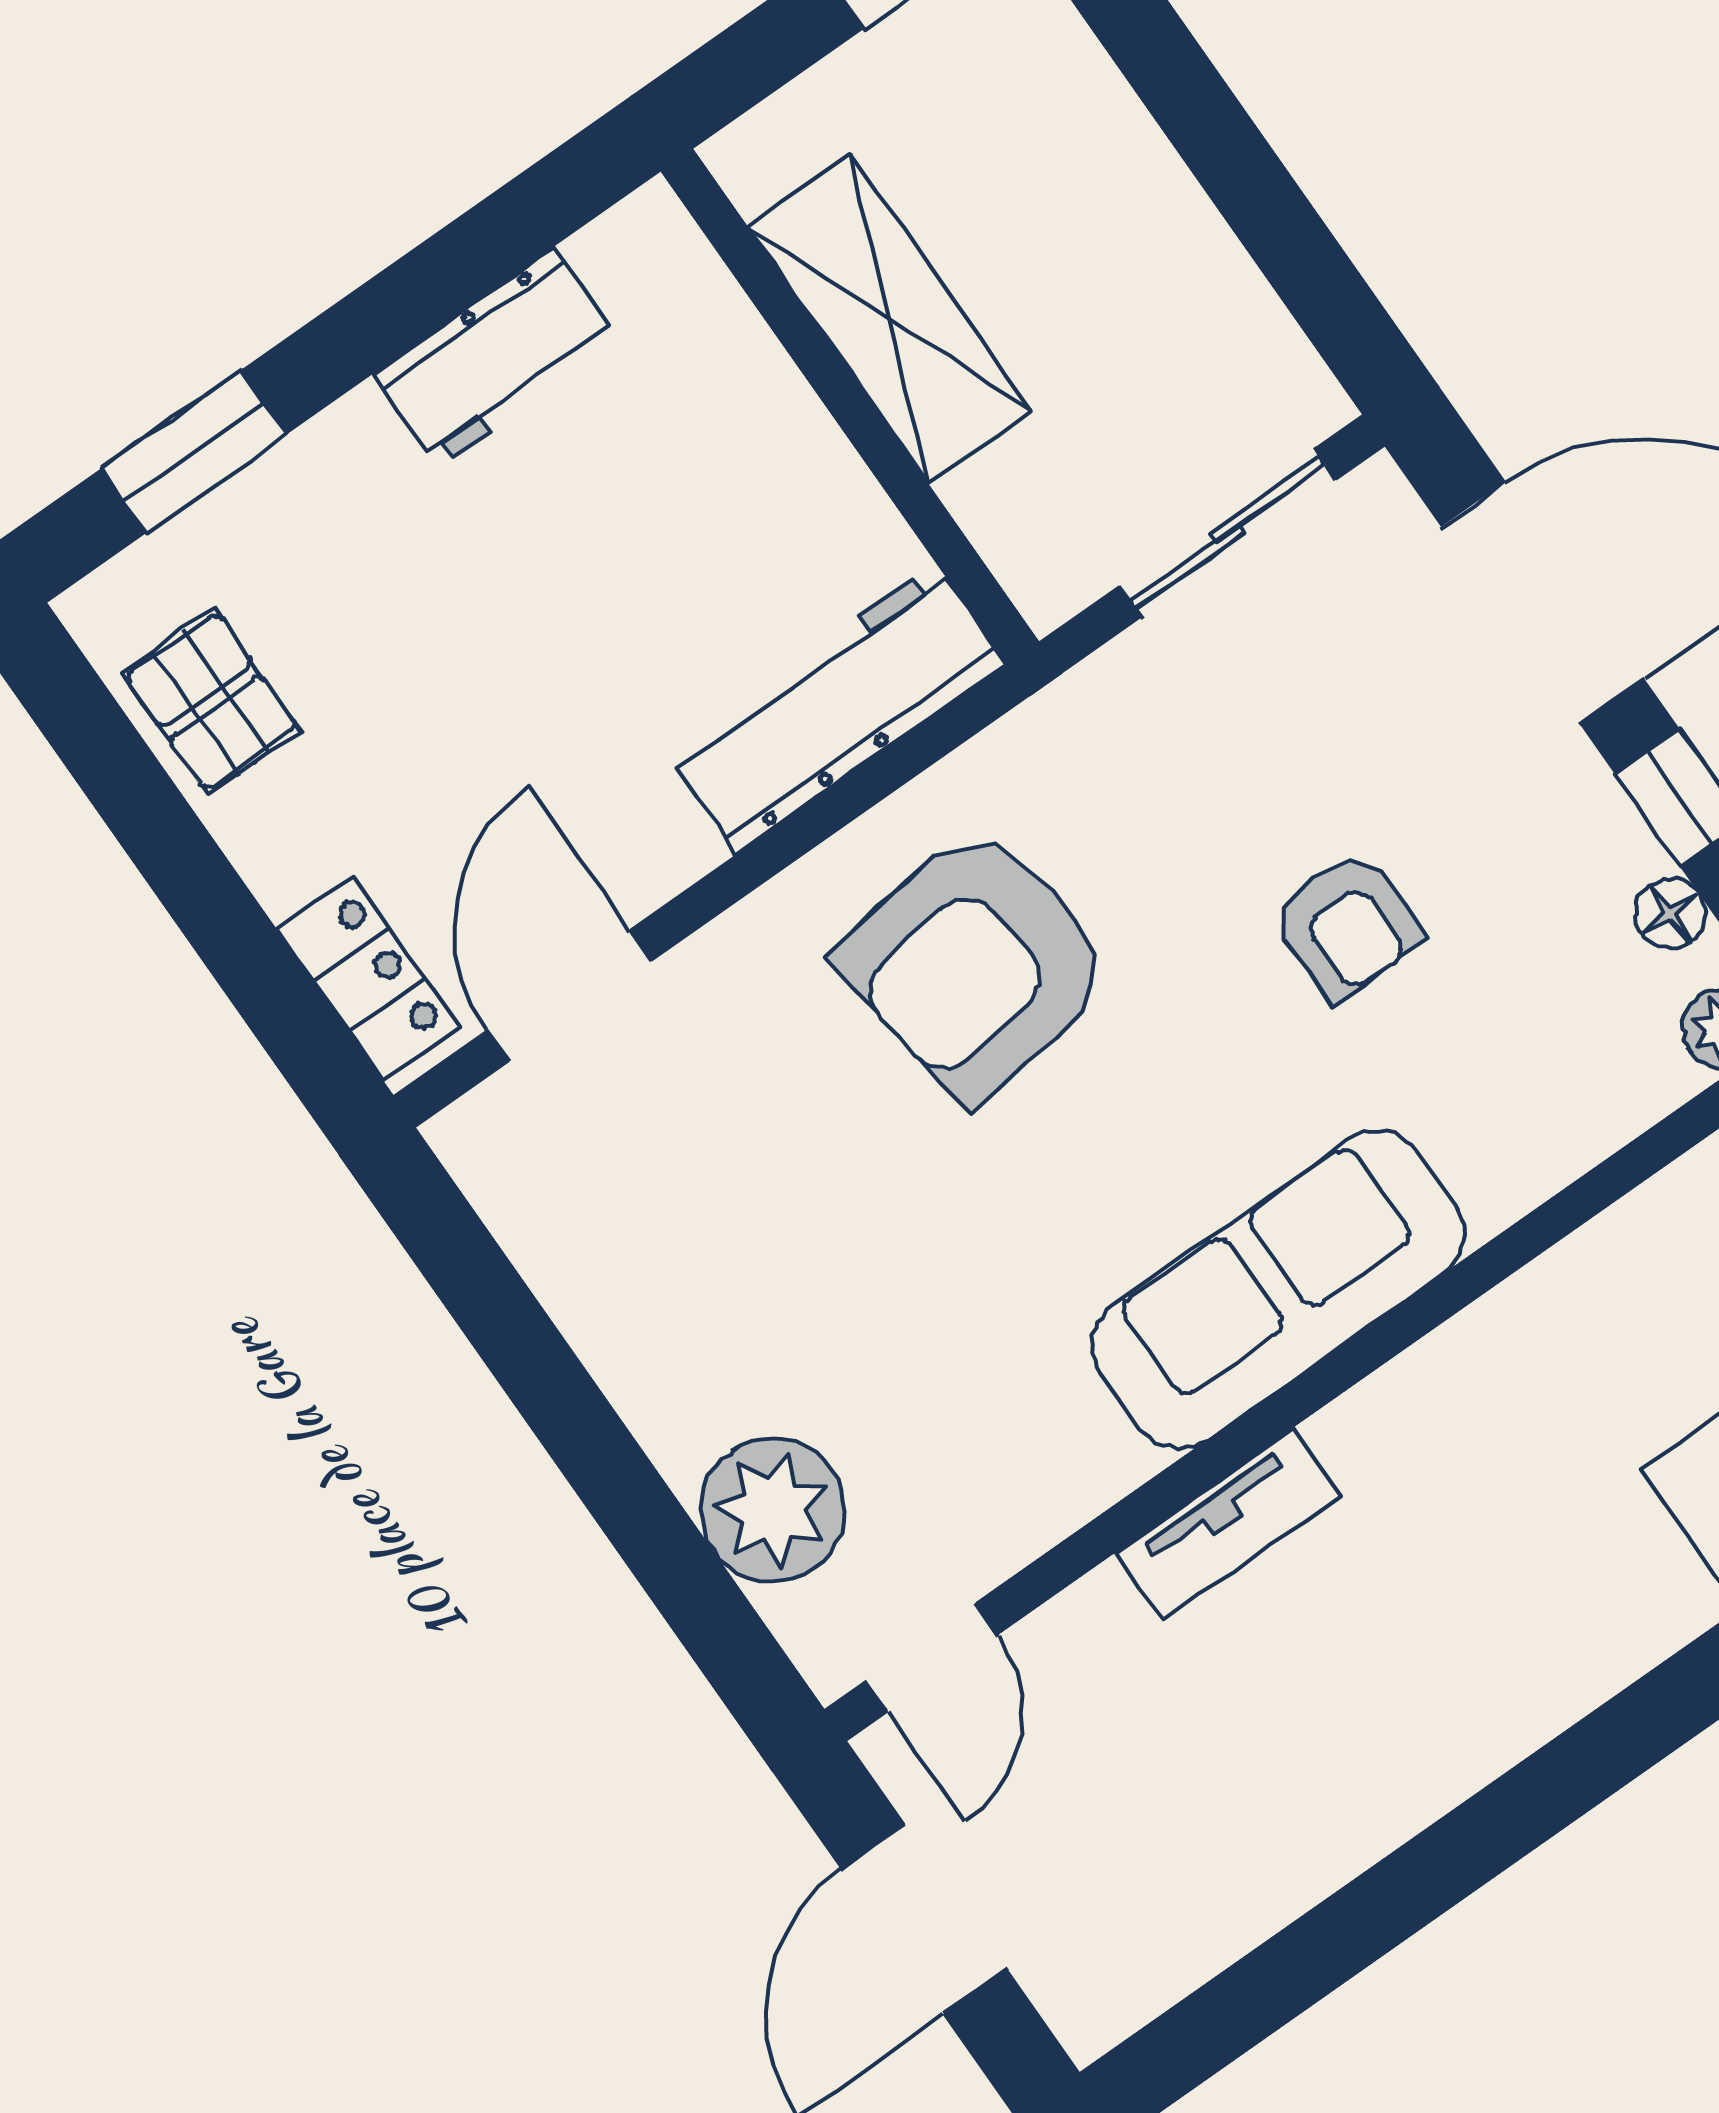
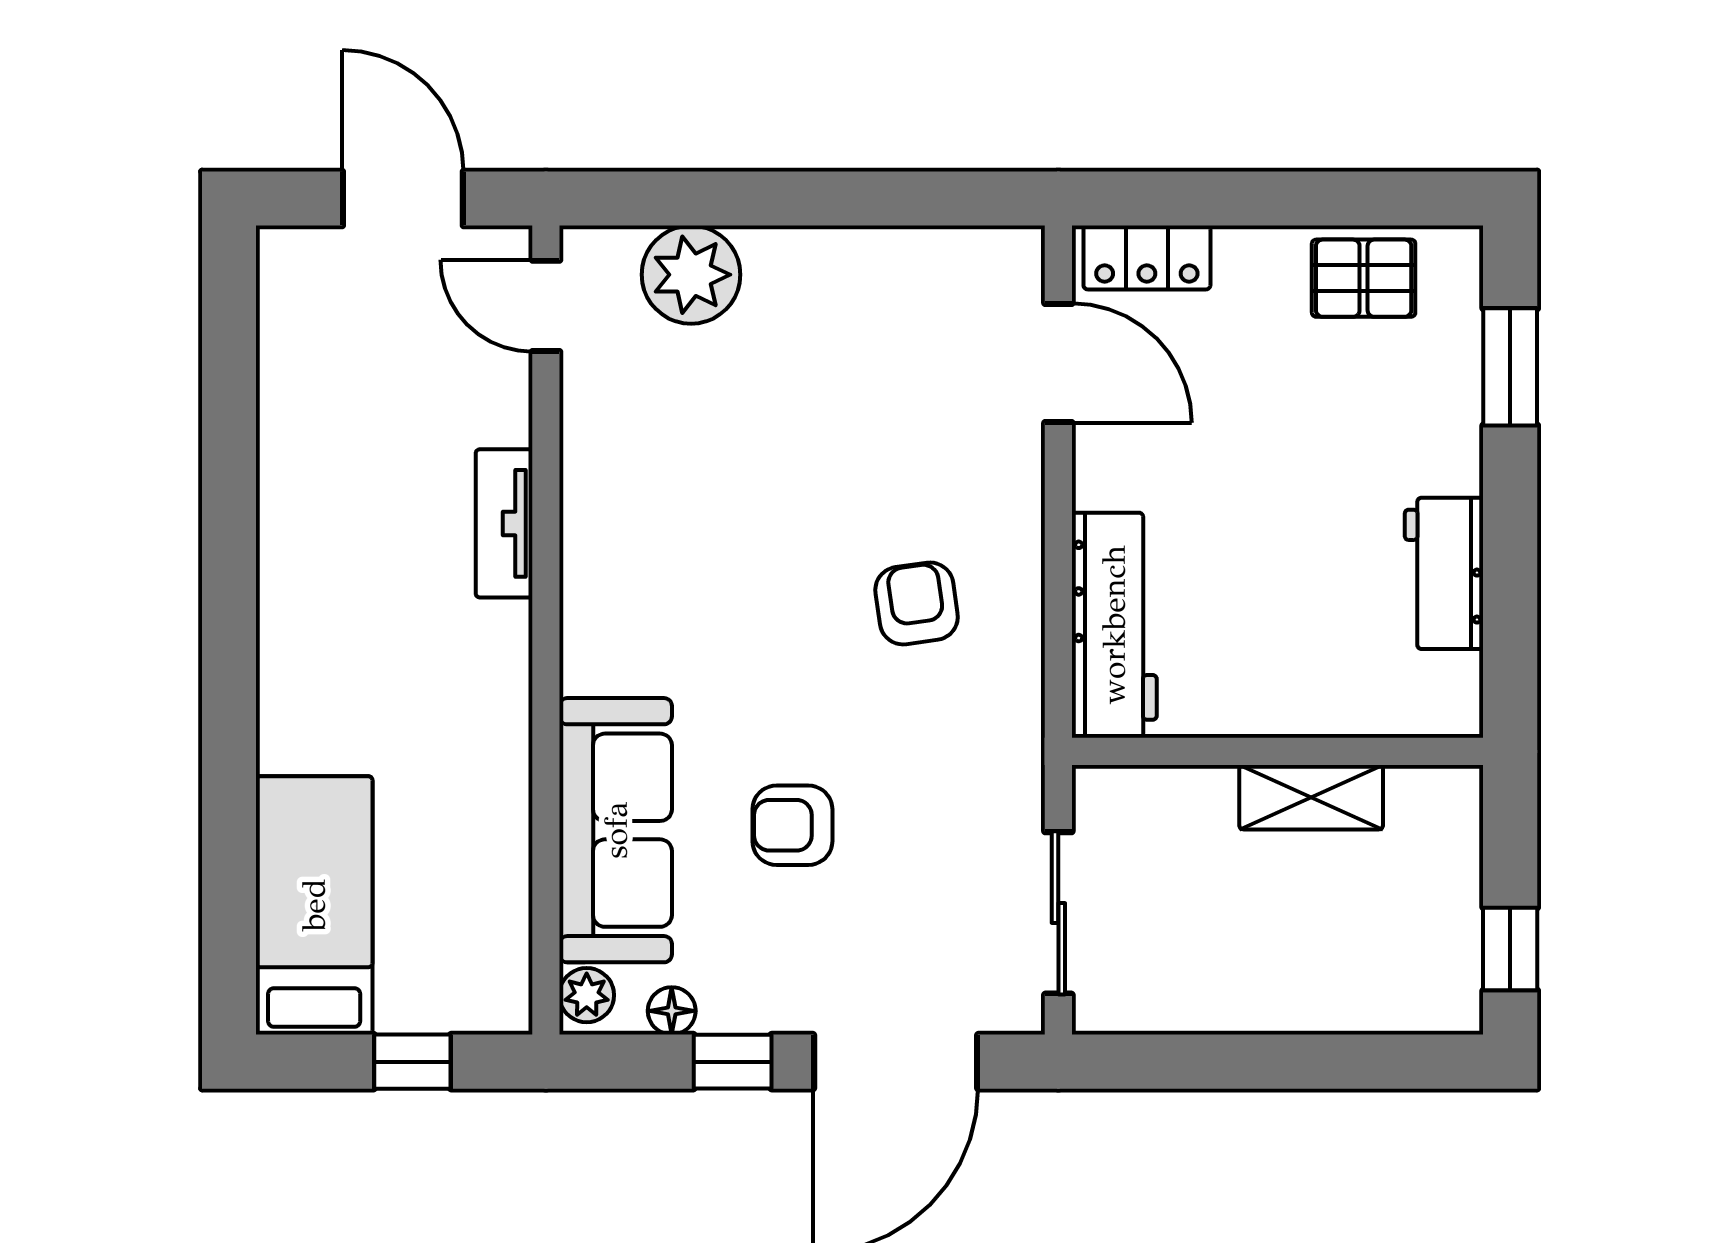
shelving: (889, 319) -> (1311, 797), width x0.67, depth x0.75
armchair: (976, 963) -> (917, 603), width x0.53, depth x0.53
sofa: (1278, 1289) -> (616, 830), moved

